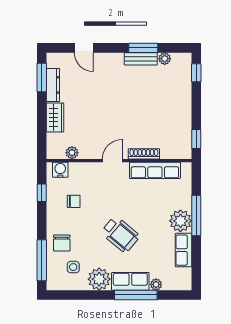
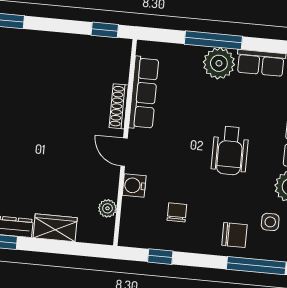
water cooler: (60, 170) -> (134, 186), moved
wheelchair: (120, 234) -> (230, 151), turned 140

